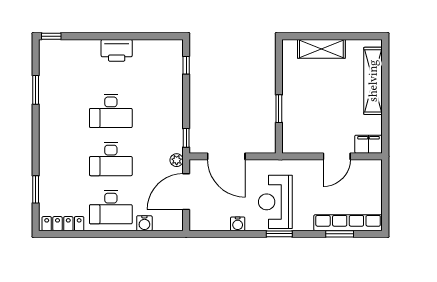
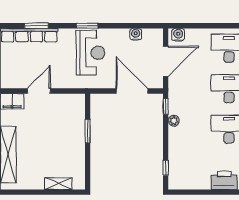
shelving: (321, 49) -> (58, 184), width x0.67, depth x0.75
plant: (177, 160) -> (174, 121), moved
water cooler: (144, 223) -> (178, 35), moved
water cooler: (238, 224) -> (136, 34), moved

